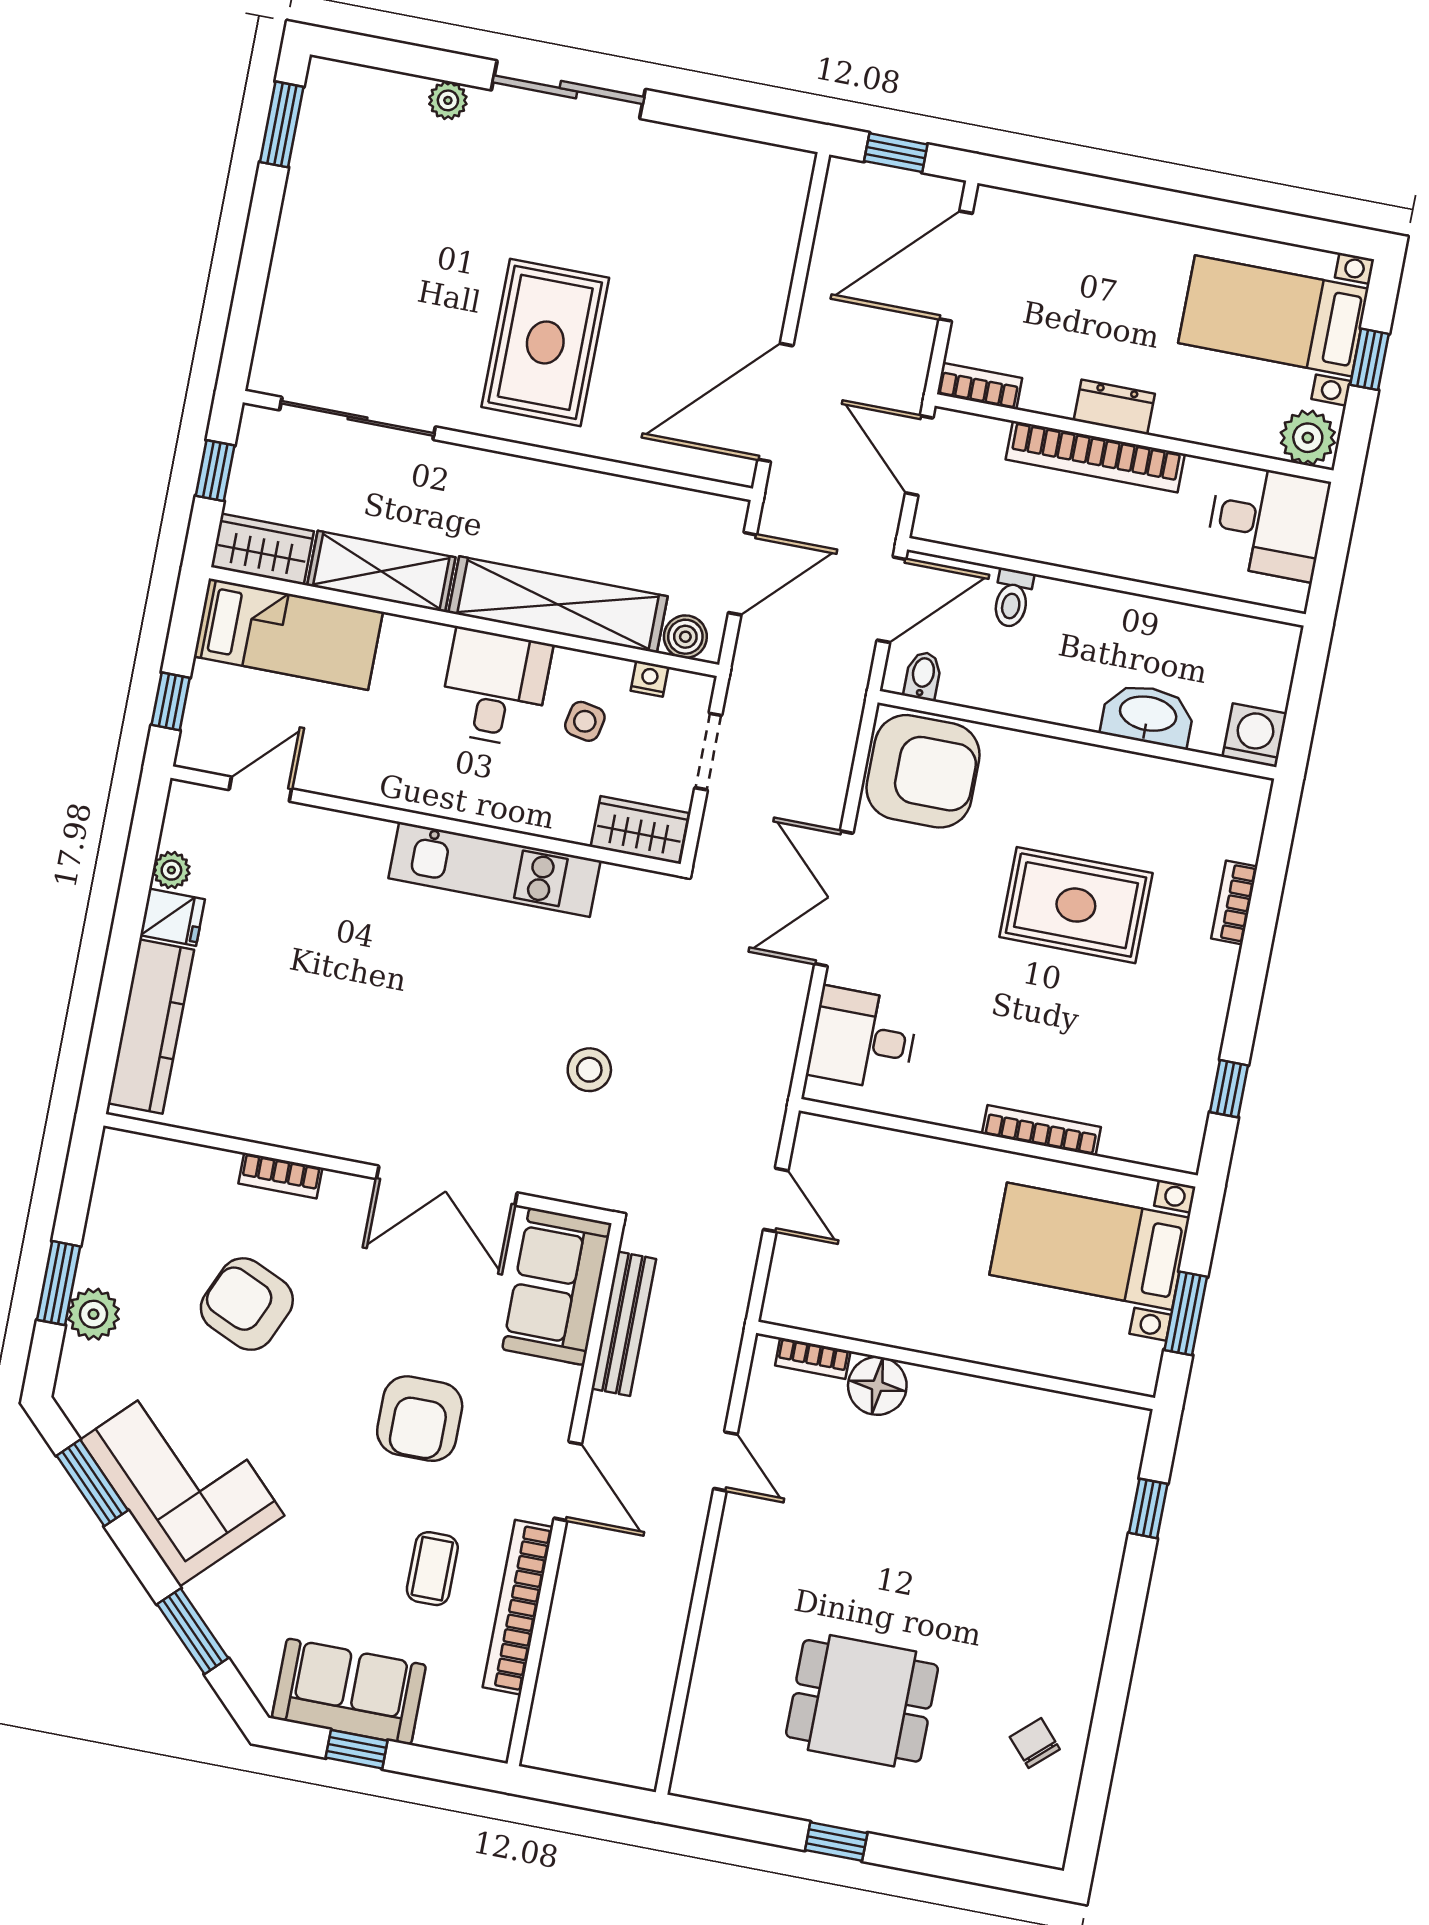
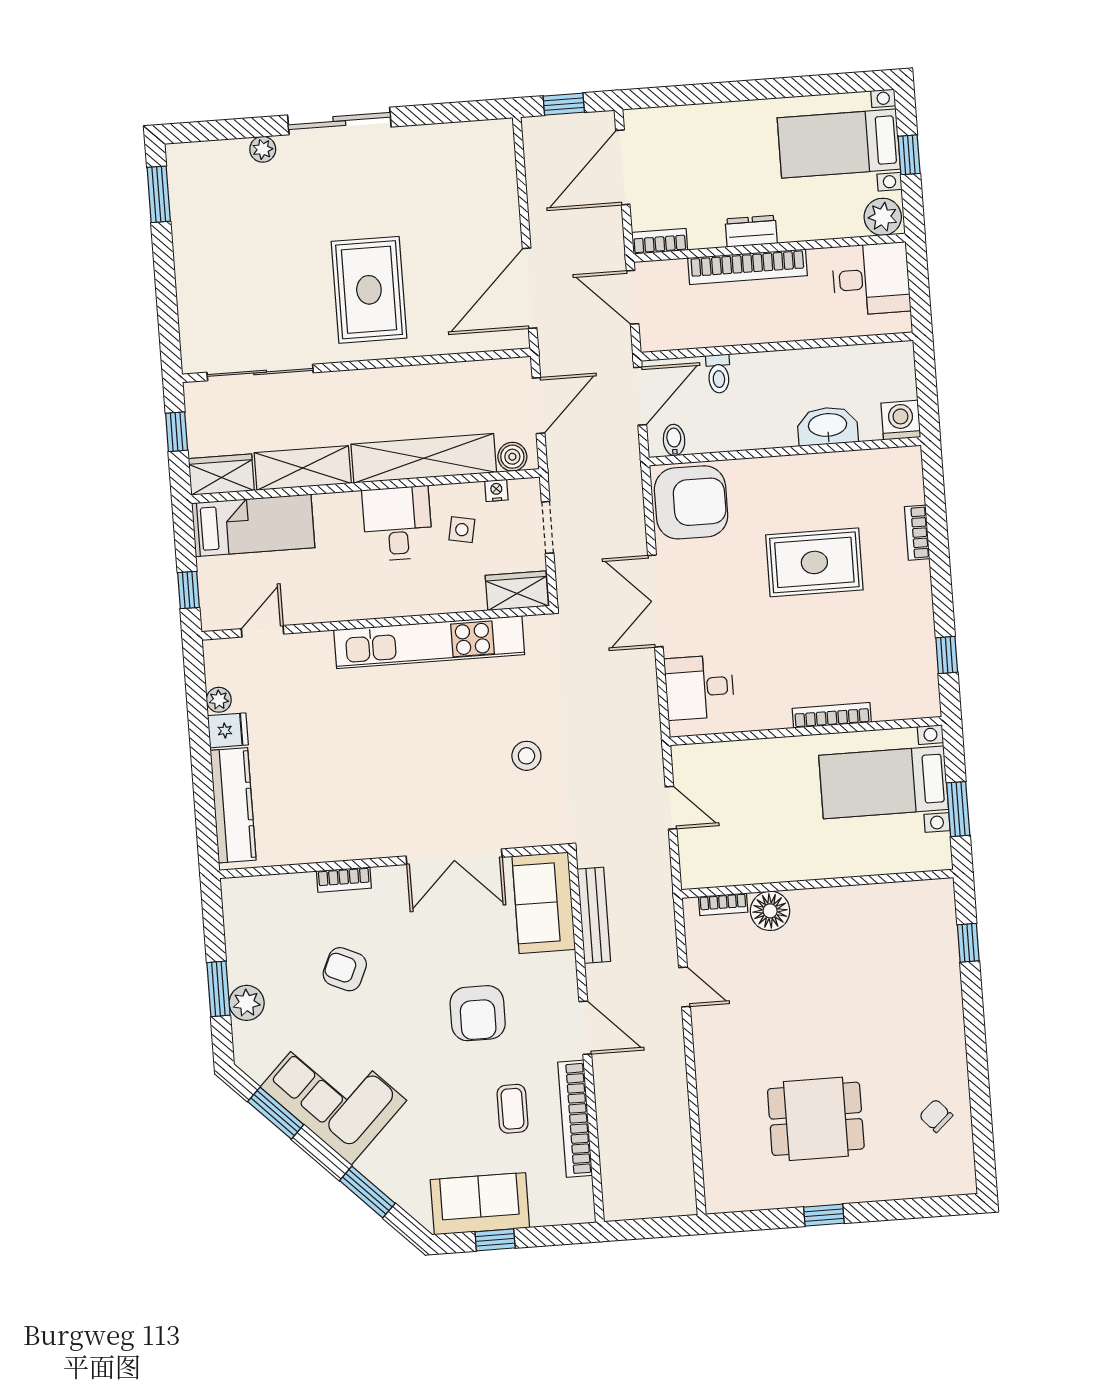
kitchen unit: (495, 869) -> (429, 642), width x1.36
armchair: (247, 1304) -> (345, 969), width x0.72, depth x0.72

